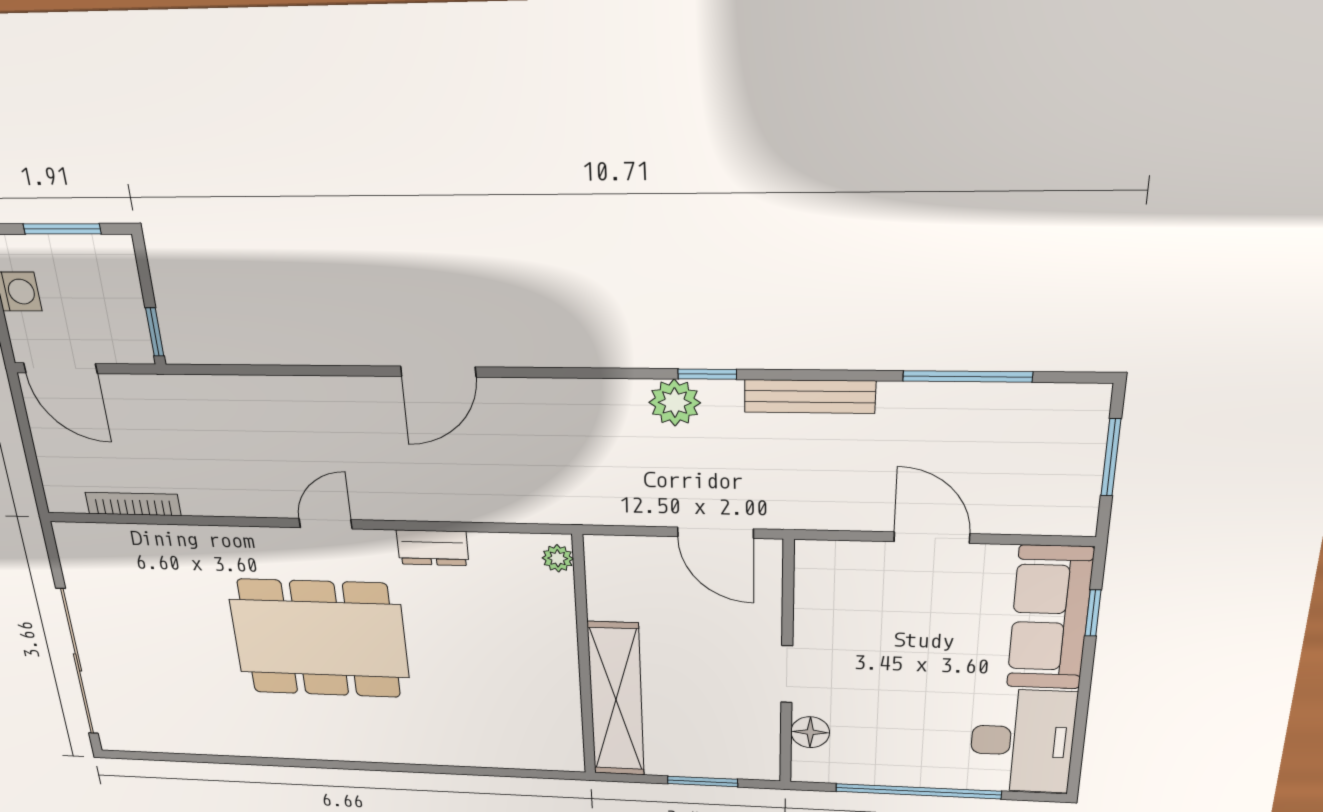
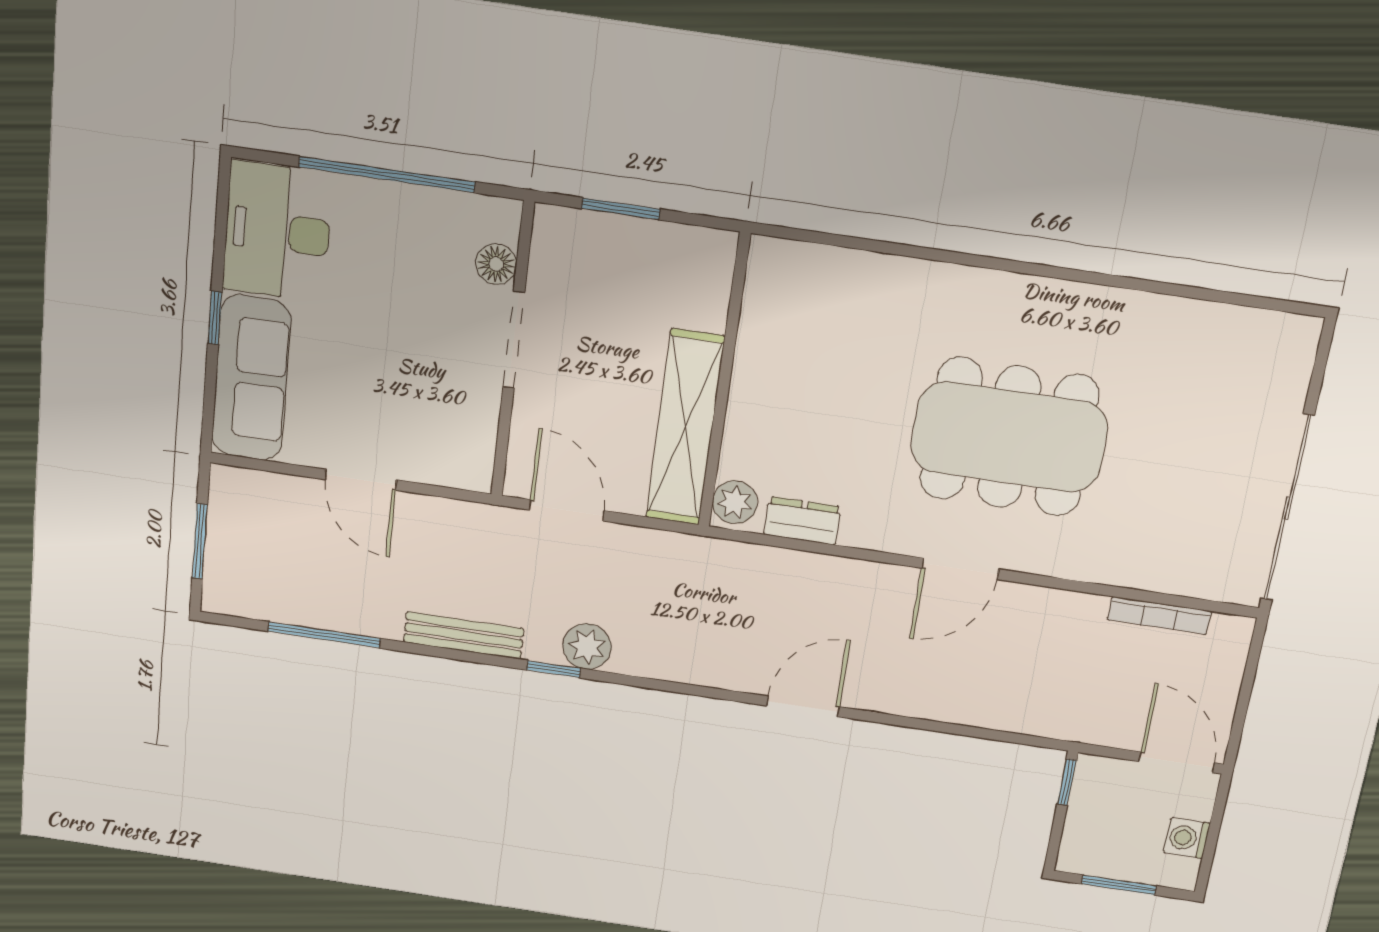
door: (326, 524) -> (960, 569), width x1.38
dresser: (433, 548) -> (802, 521), moved
plant: (558, 558) -> (735, 502), width x1.38, depth x1.38
window: (1093, 613) -> (215, 318), moved
sliding door: (77, 663) -> (1287, 508), moved
doorway: (787, 674) -> (514, 340), width x1.38
shelving: (616, 700) -> (685, 428), moved

